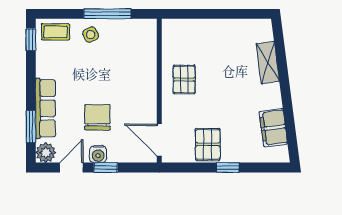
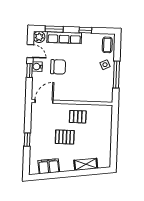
window: (31, 40) -> (85, 30), moved
pallet: (208, 144) -> (65, 137), moved

